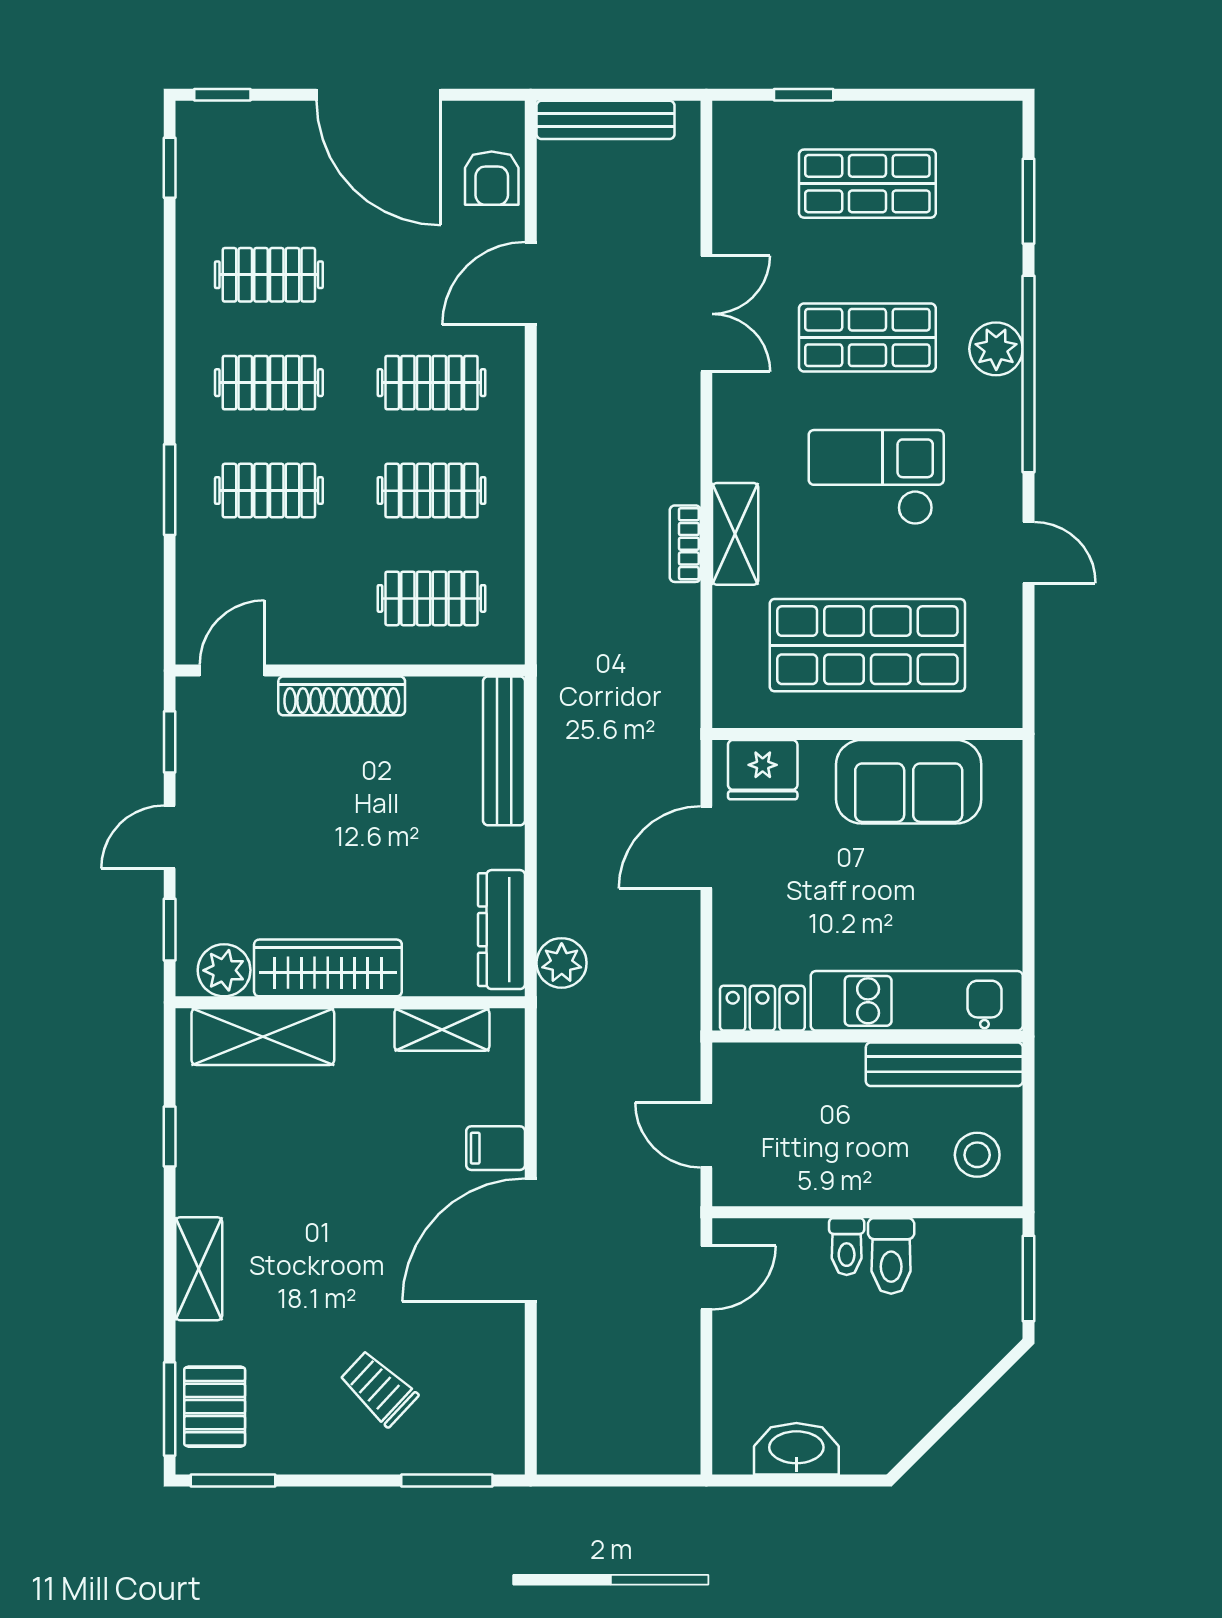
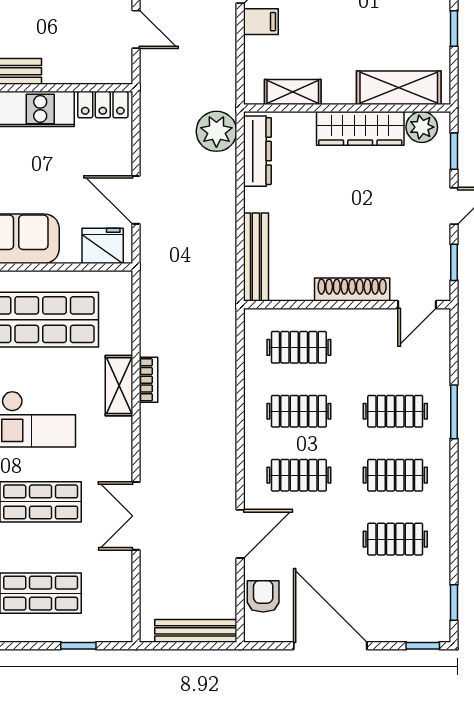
door: (706, 847) -> (136, 200), swing flipped
plant: (562, 963) -> (216, 131), width x1.36, depth x1.36

